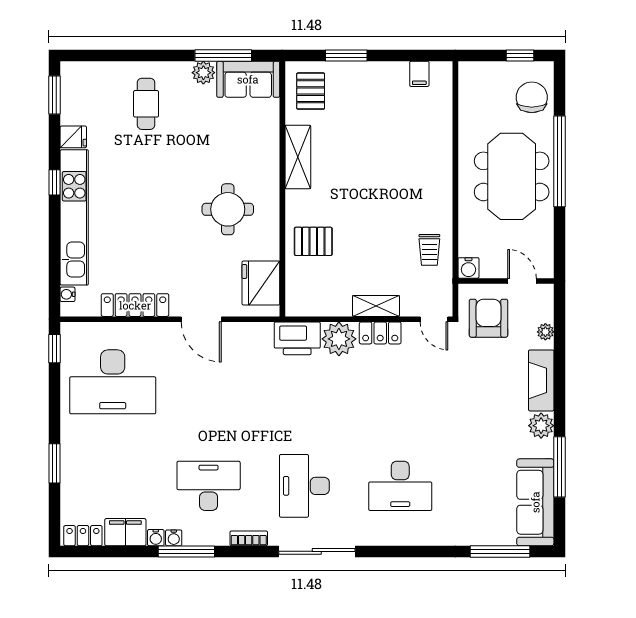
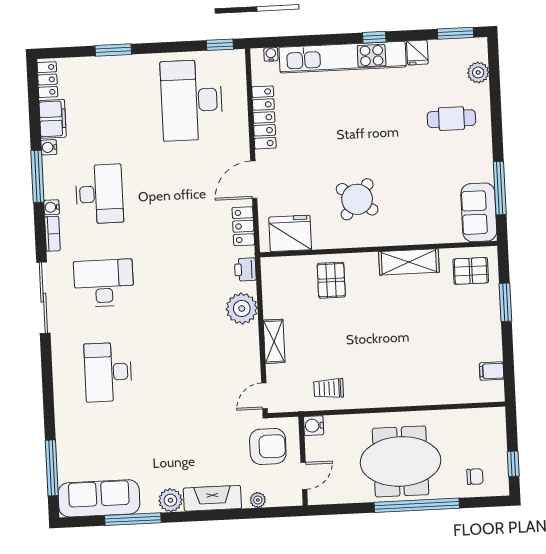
plant: (203, 73) -> (478, 72), moved
chair: (532, 97) -> (475, 477), width x0.54, depth x0.54
round table: (228, 209) -> (357, 199), turned 37
locker: (380, 333) -> (243, 226), moved
printer: (297, 338) -> (245, 269), width x0.53, depth x0.68
water cooler: (174, 538) -> (52, 207), moved

